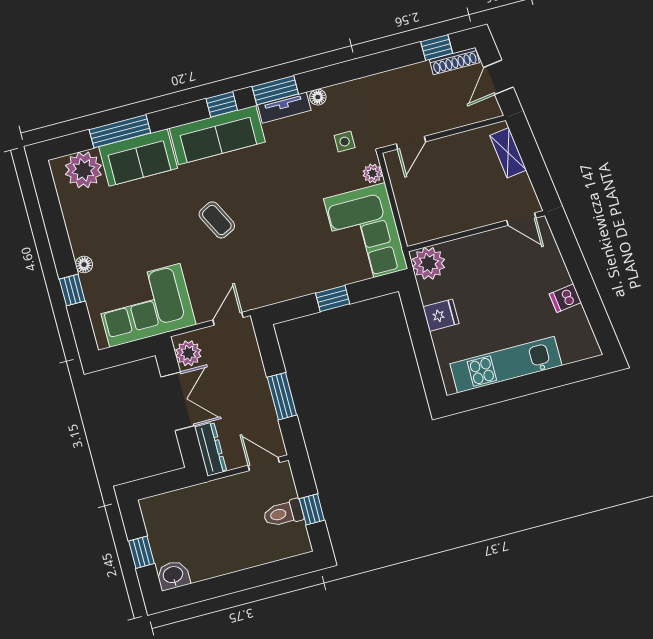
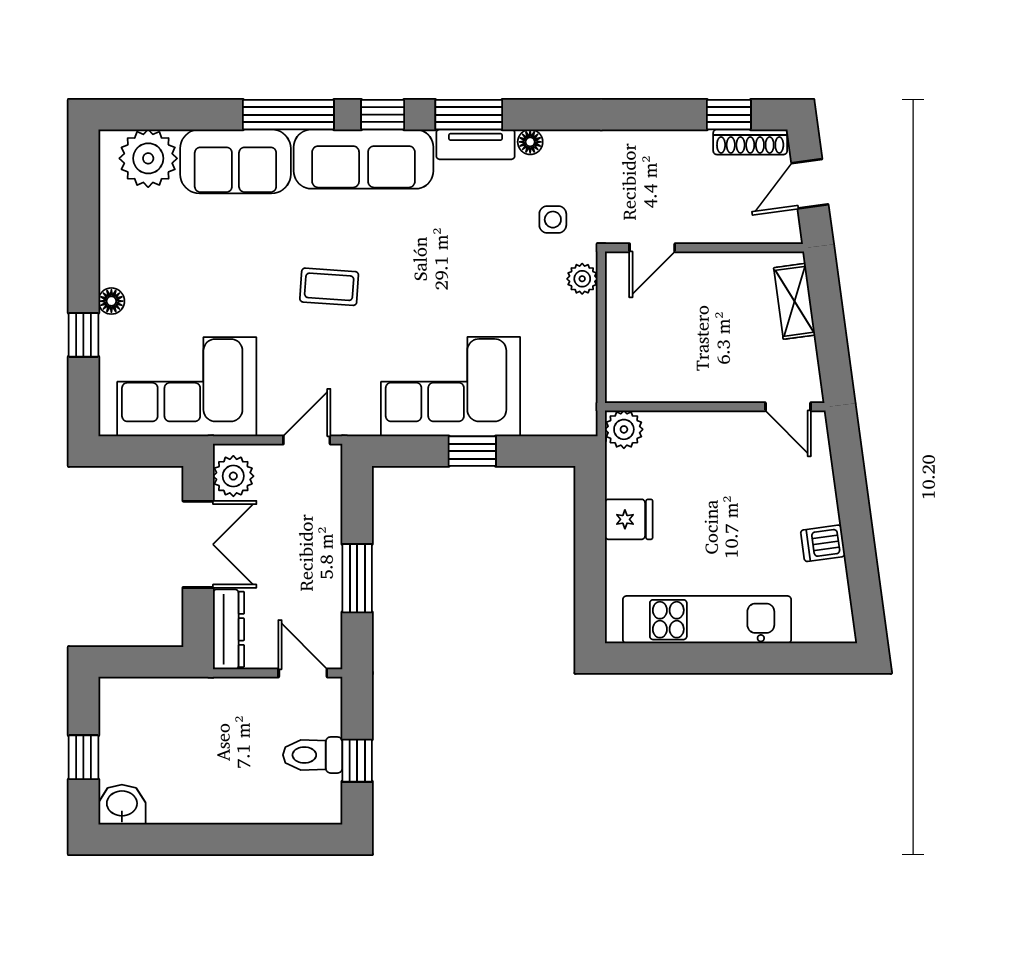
window: (120, 131) -> (288, 115), moved
coffee table: (217, 220) -> (329, 287), turned -59
corner sofa: (366, 234) -> (451, 387), moved, turned 90
plant: (429, 263) -> (624, 429), width x0.73, depth x0.73

